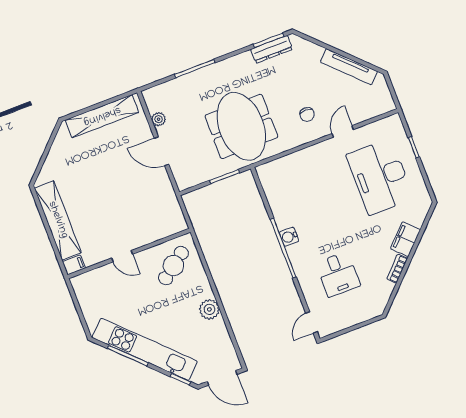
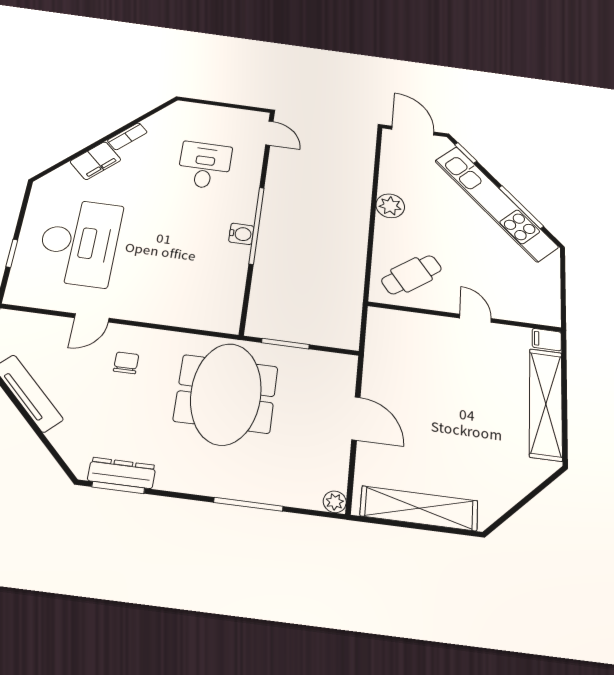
plant: (159, 119) -> (335, 502), moved
door: (311, 322) -> (269, 133), hinge flipped

